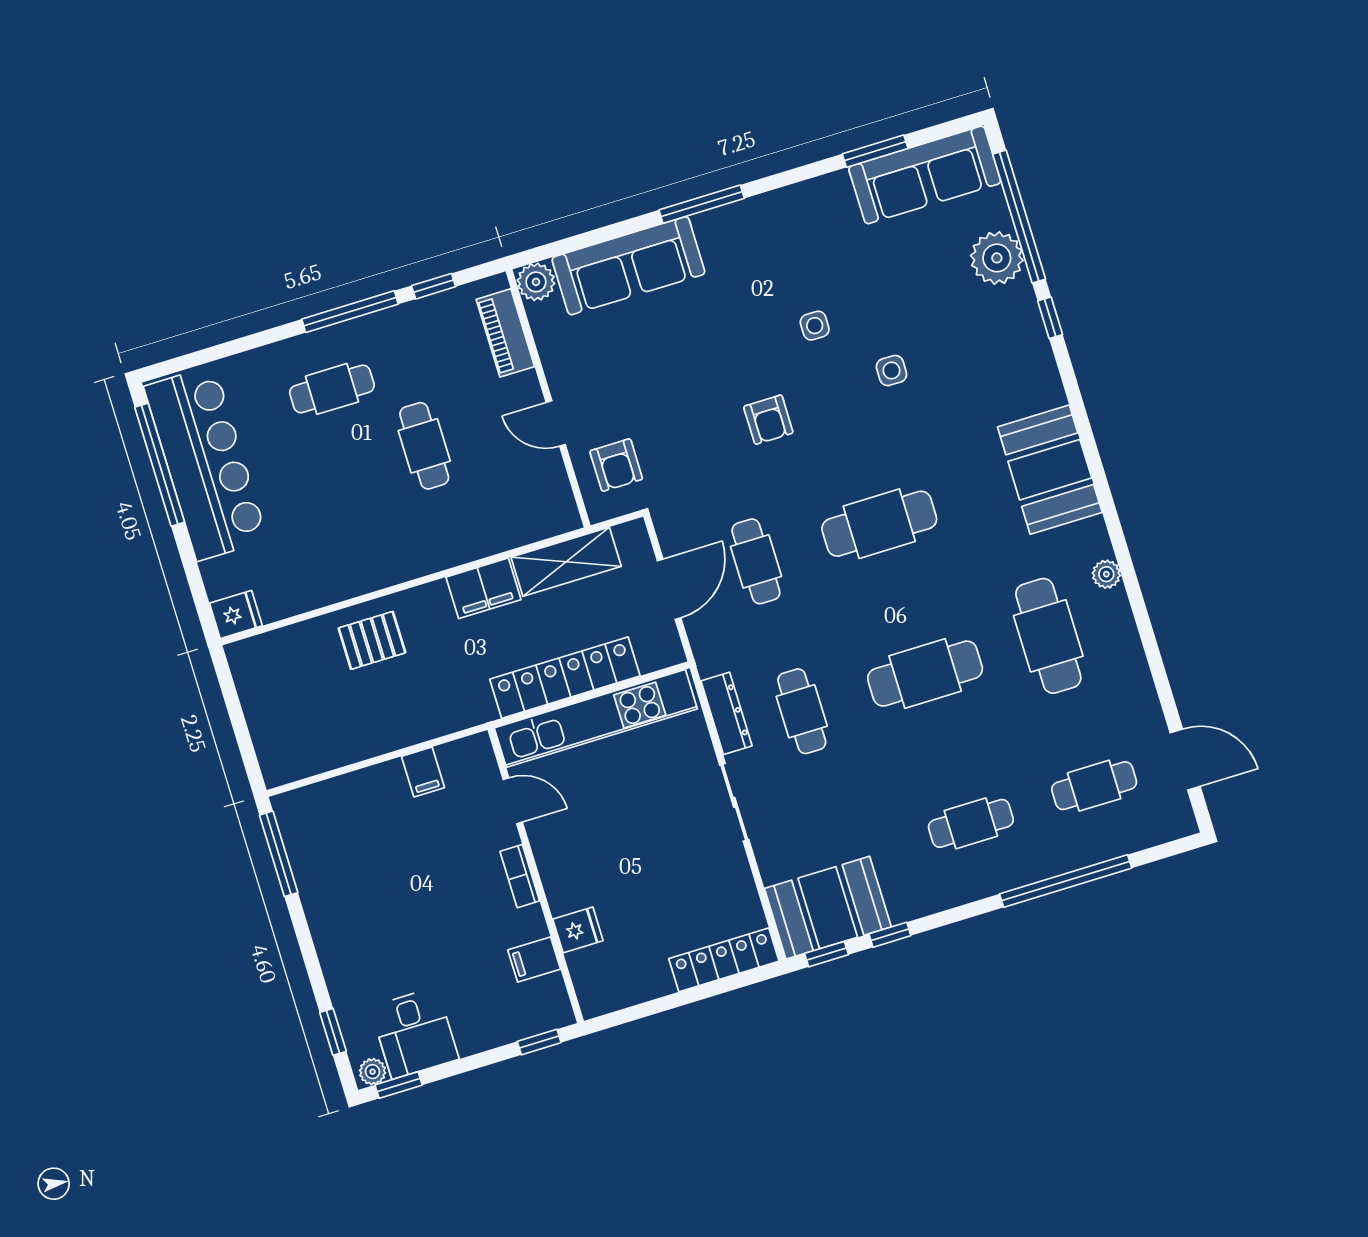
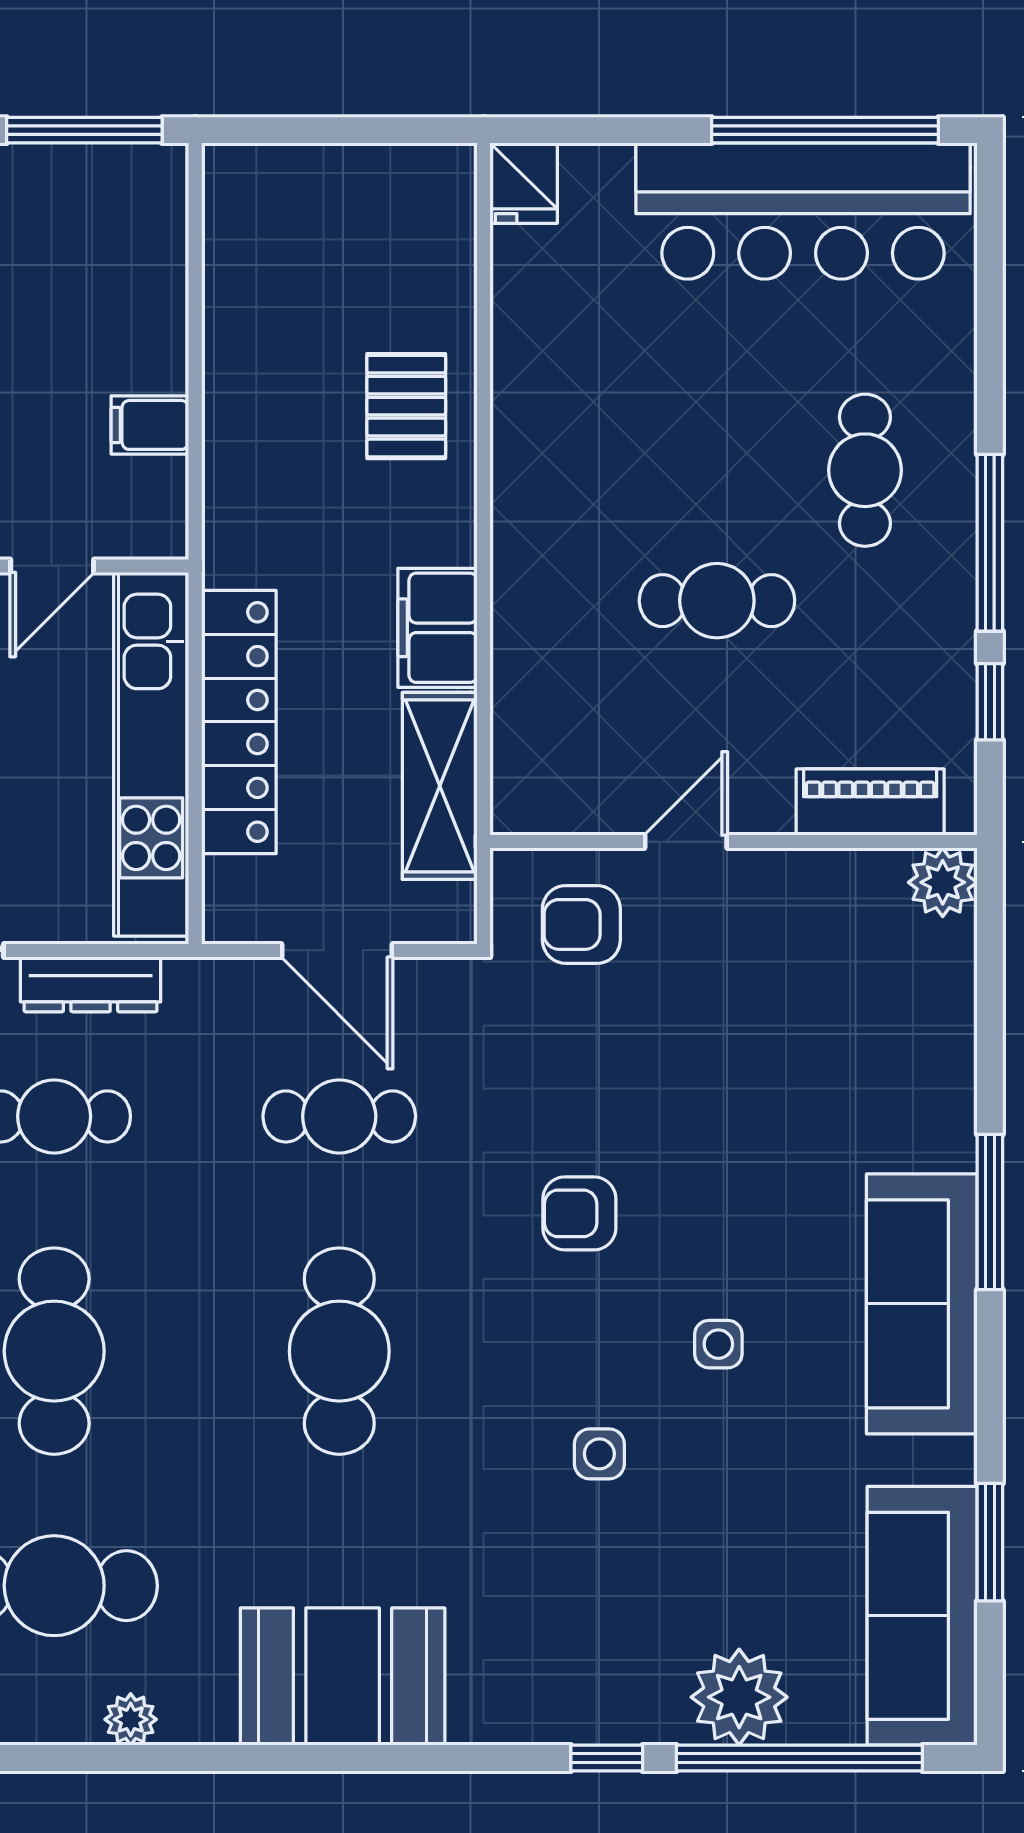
sofa: (628, 266) -> (922, 1304), moved

